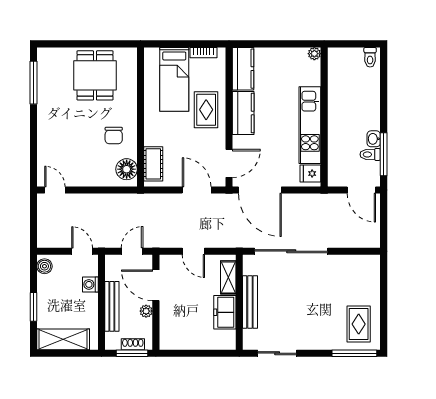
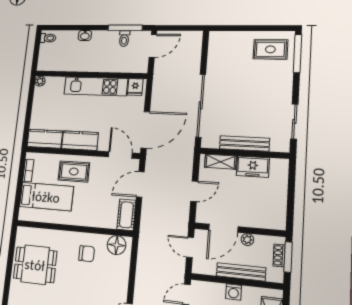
washbasin: (374, 139) -> (85, 35), moved
cot: (153, 164) -> (126, 215), moved, turned 90
washing machine: (90, 284) -> (234, 292), moved

